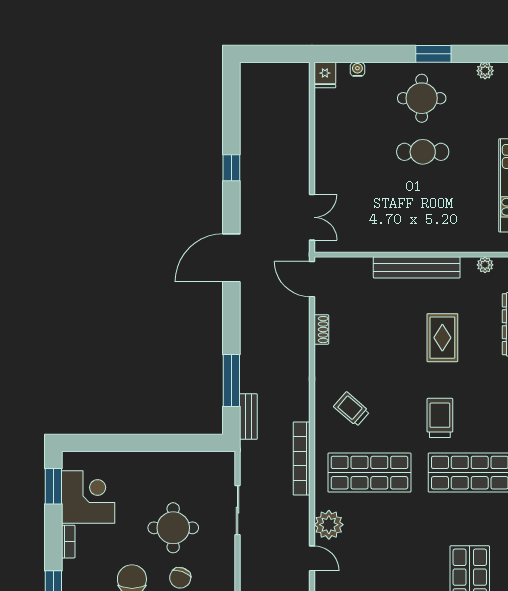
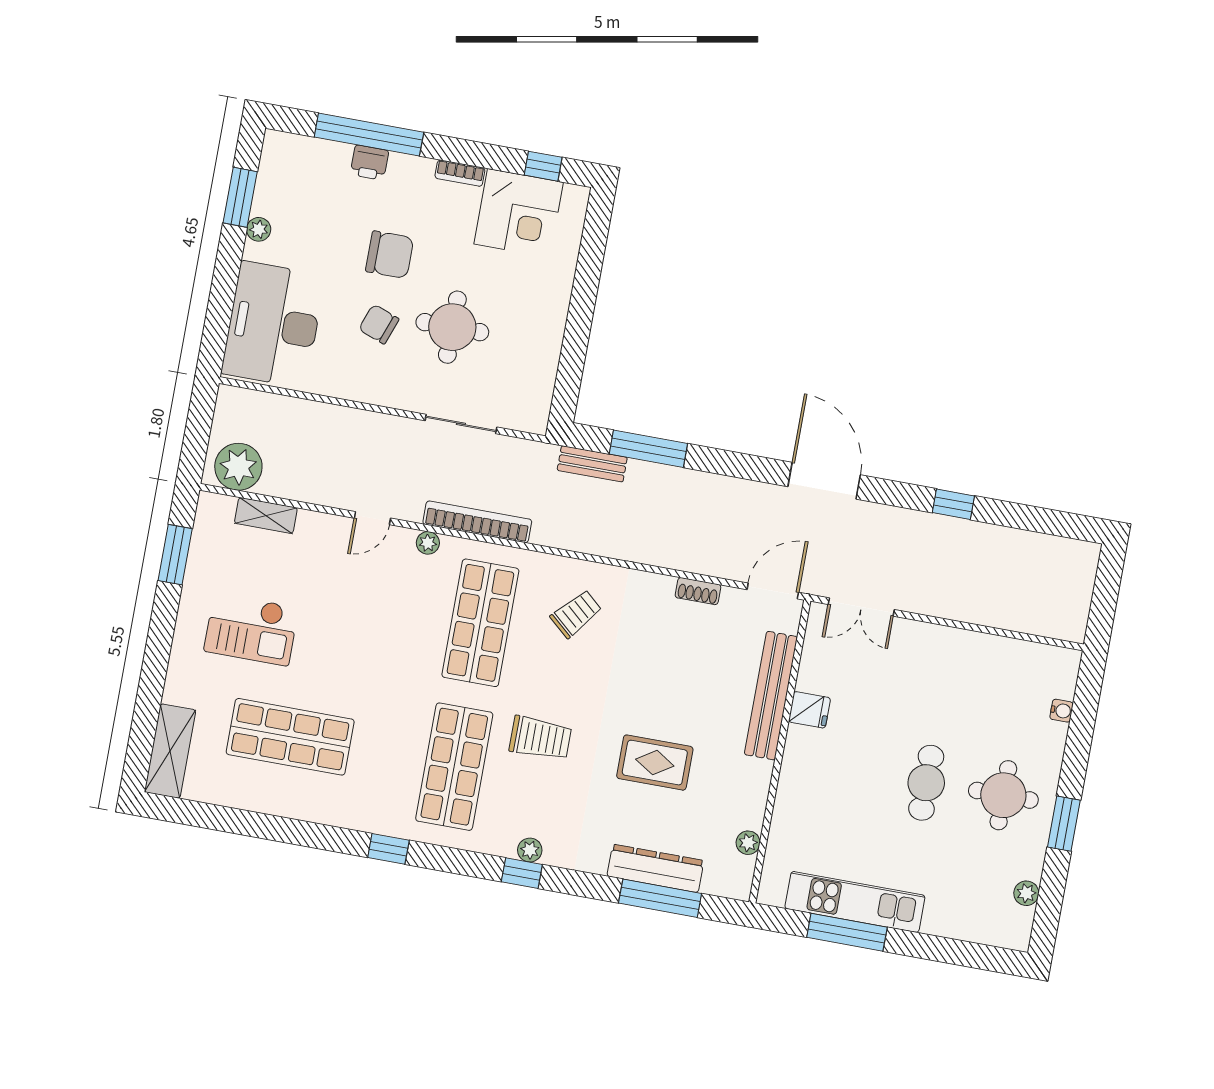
fridge: (325, 75) -> (809, 710), moved, turned 180
bench: (417, 267) -> (771, 696), moved
bookcase: (302, 459) -> (477, 522), moved
window: (53, 486) -> (543, 166), width x0.67
plant: (329, 525) -> (428, 543), width x0.53, depth x0.53

